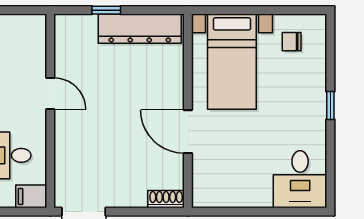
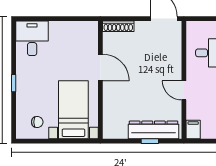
dresser: (140, 29) -> (154, 130), moved
filing cabinet: (31, 196) -> (193, 130), moved, turned -90
shoe rack: (166, 199) -> (118, 26), width x1.43

